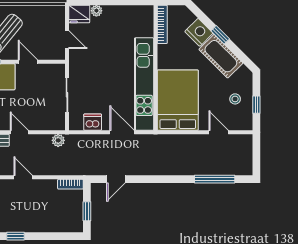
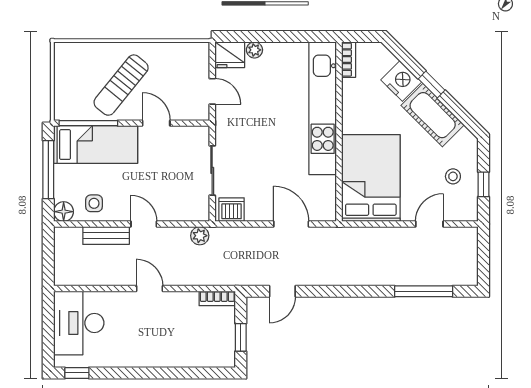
bookcase: (162, 24) -> (349, 60), width x0.64
kitchen unit: (144, 84) -> (323, 108), moved
dishwasher: (93, 122) -> (232, 210), moved
door: (219, 132) -> (429, 224), hinge flipped
window: (16, 236) -> (139, 373), removed

